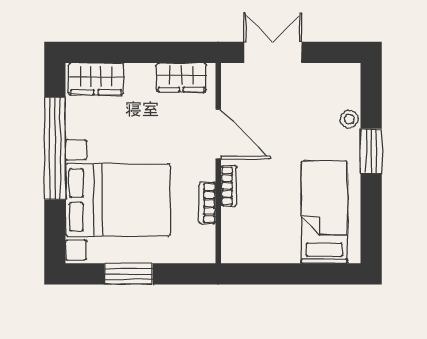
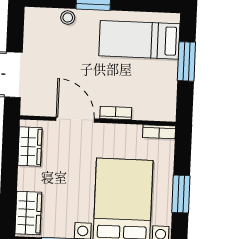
door: (218, 134) -> (75, 120), hinge flipped
bookcase: (207, 203) -> (159, 132), moved
window: (299, 274) -> (186, 61), added

